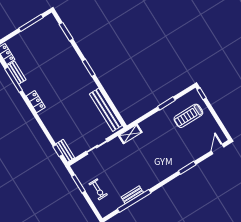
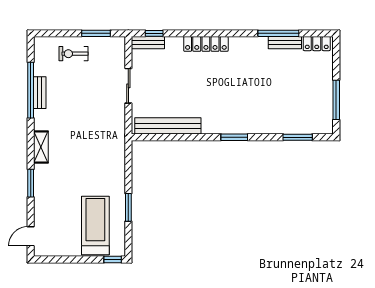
locker: (36, 102) -> (206, 44), moved, width x1.53
treadmill: (188, 116) -> (95, 226), width x1.37, depth x1.38
shelving: (130, 134) -> (41, 147), moved
door: (218, 149) -> (31, 236), swing flipped

